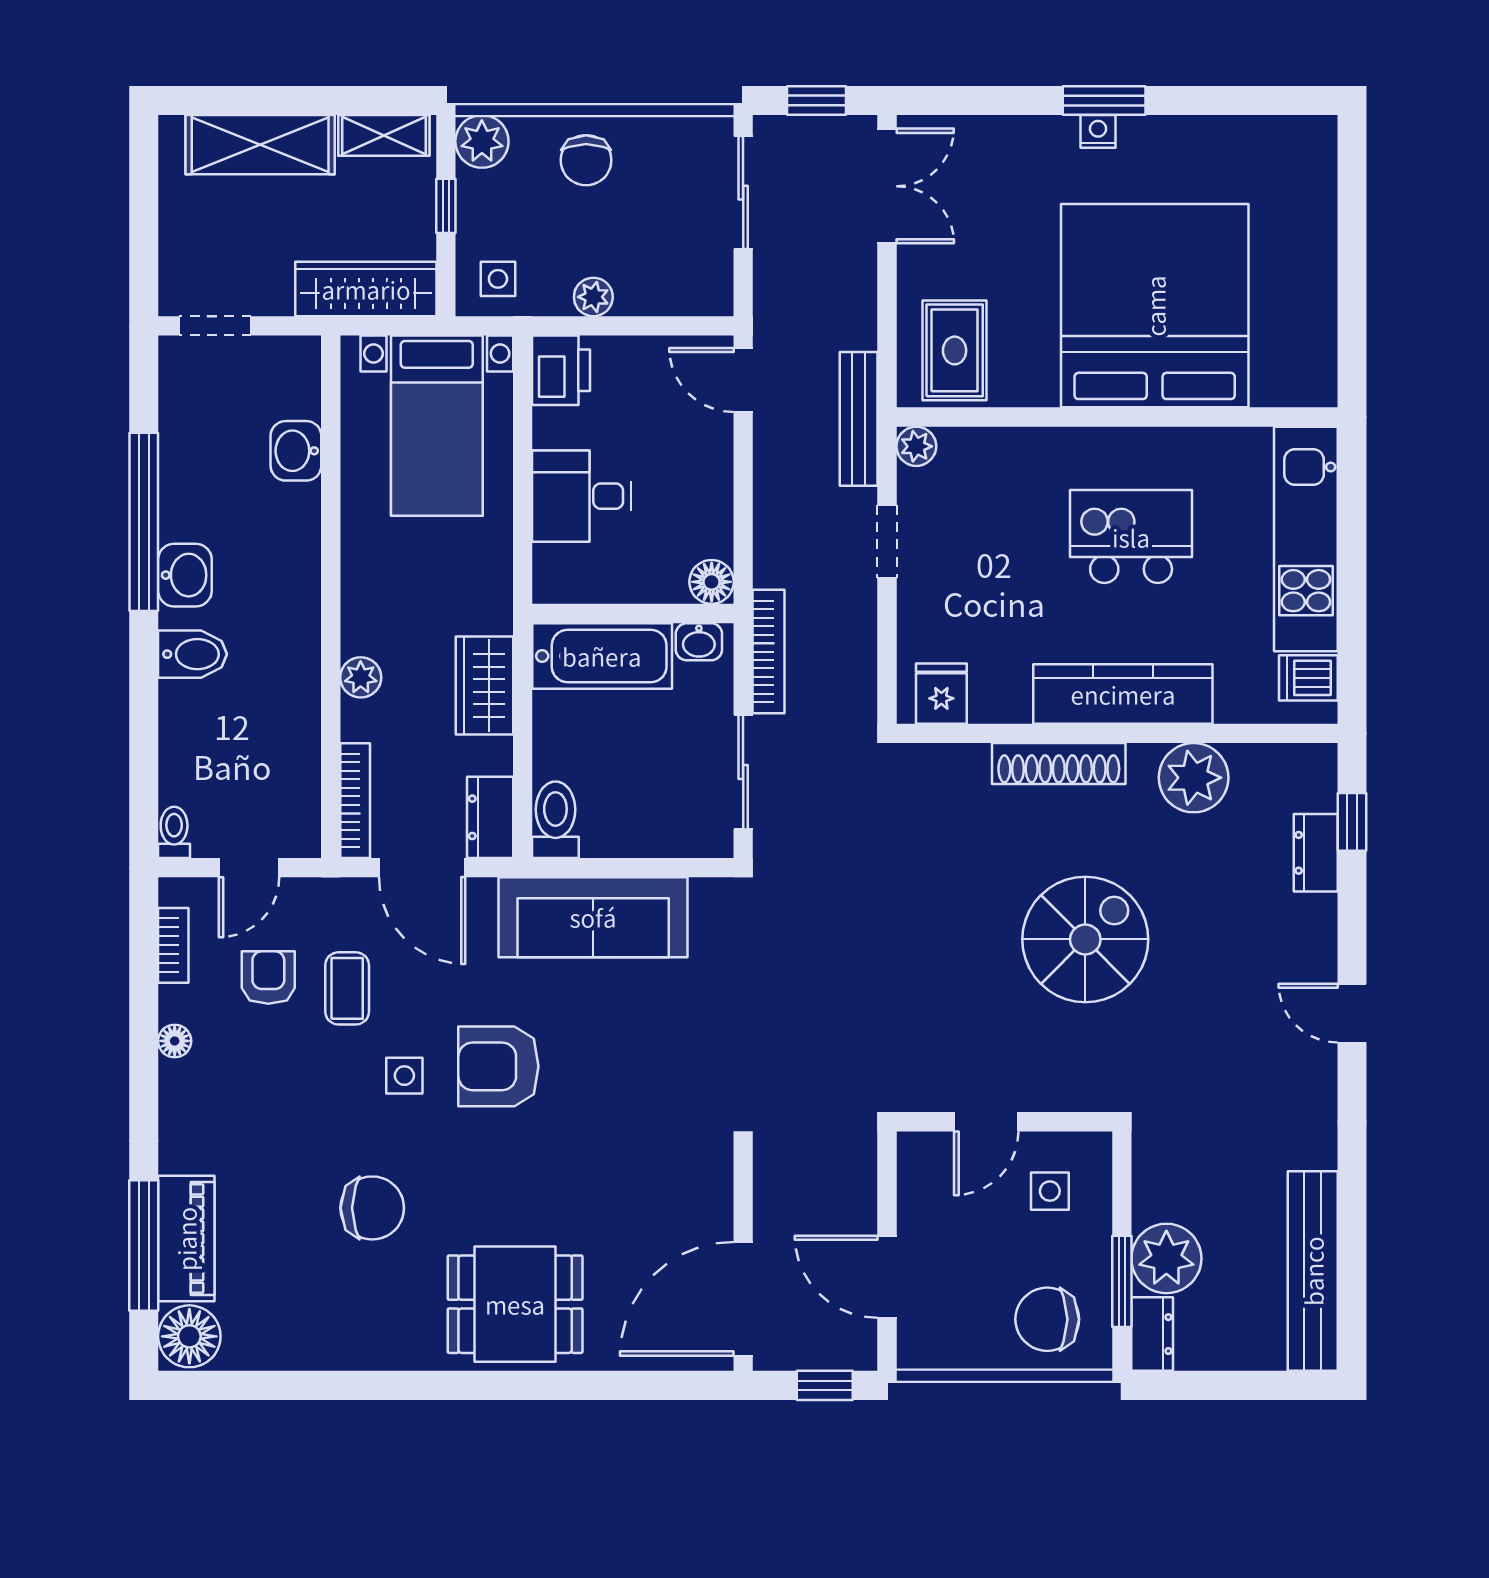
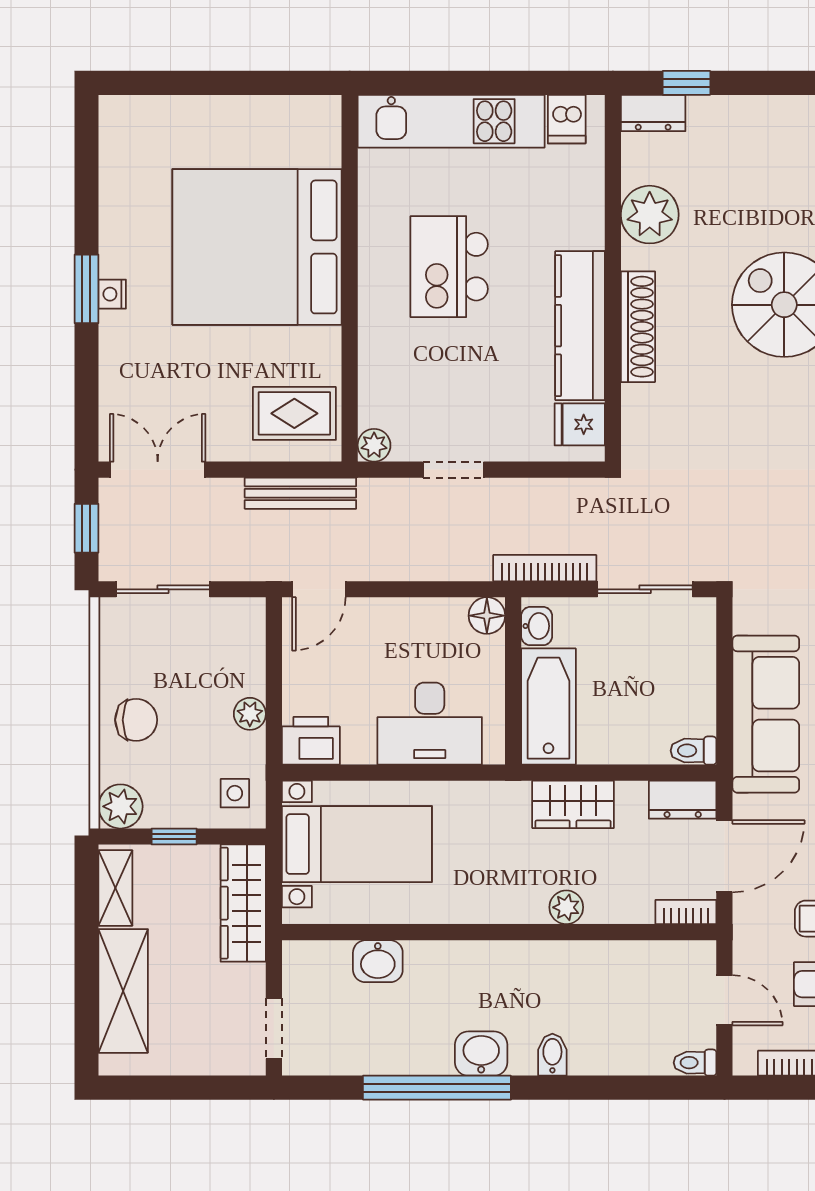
bench: (859, 419) -> (300, 493), moved
desk: (582, 496) -> (430, 724), width x1.37
bidet: (193, 654) -> (552, 1055), width x0.72, depth x0.74
kitchen counter: (1123, 694) -> (580, 326), moved
bookcase: (355, 801) -> (686, 912), width x0.64
toilet: (555, 820) -> (694, 751), width x0.73, depth x0.72
dresser: (1316, 853) -> (653, 113), moved

